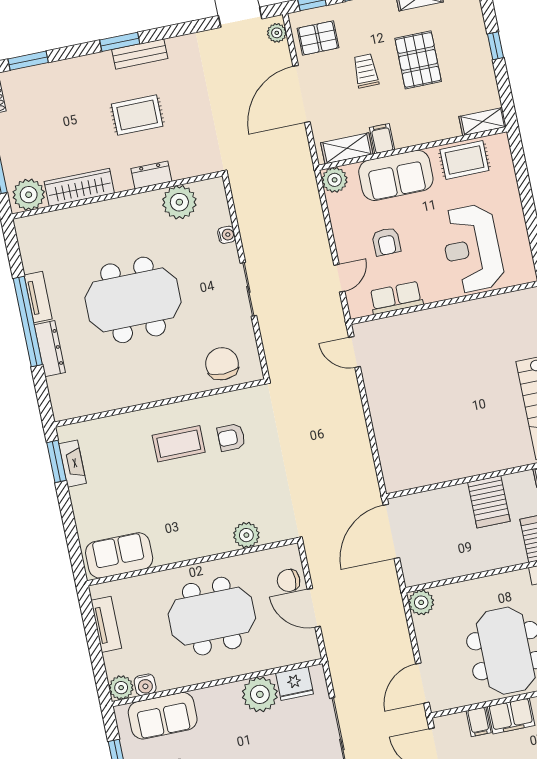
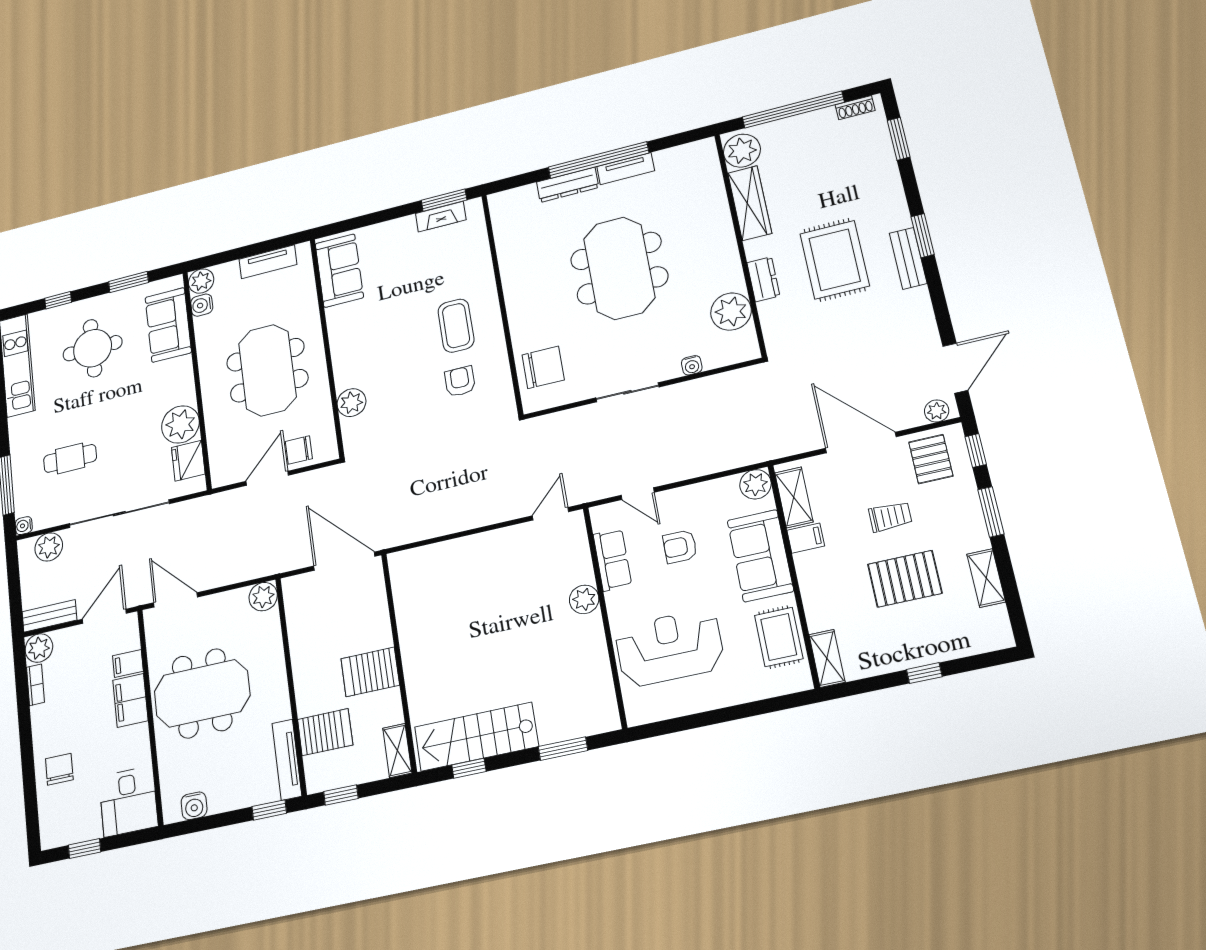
rug: (137, 115) -> (835, 260), width x1.36, depth x1.43
plant: (430, 321) -> (584, 599), added
chair: (289, 580) -> (299, 450), turned -90

